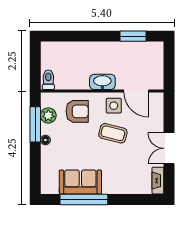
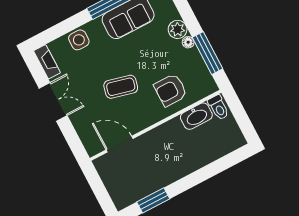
washbasin: (102, 82) -> (196, 116), moved
side table: (114, 106) -> (79, 40), moved
plant: (48, 115) -> (178, 29), moved

